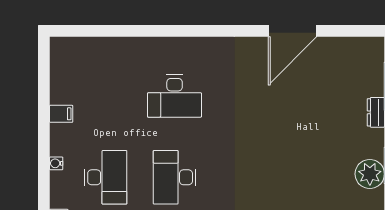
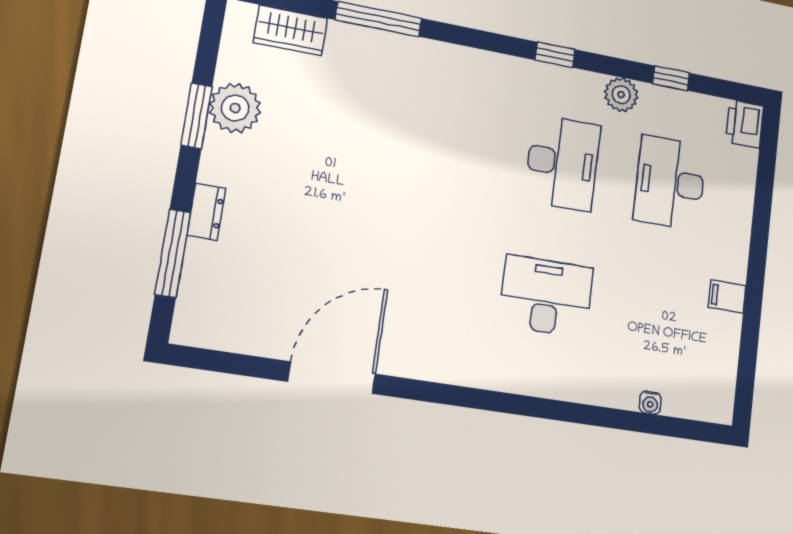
water cooler: (56, 163) -> (650, 403), moved, turned 90

